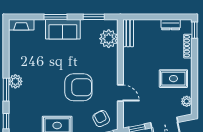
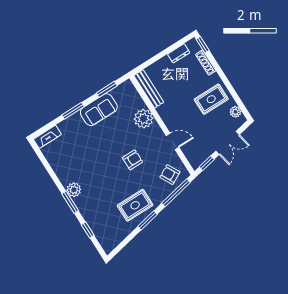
sofa: (63, 29) -> (99, 110), moved
bench: (128, 33) -> (149, 89), width x1.36
plant: (109, 39) -> (144, 119), moved
armchair: (78, 87) -> (132, 160), width x0.53, depth x0.53

